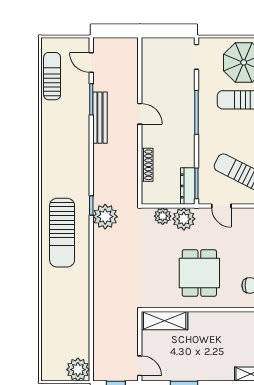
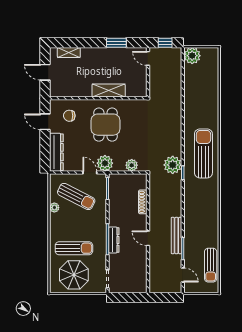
dresser: (188, 186) -> (114, 240), moved
plant: (184, 219) -> (105, 163), moved
shelving: (165, 321) -> (109, 91), moved

